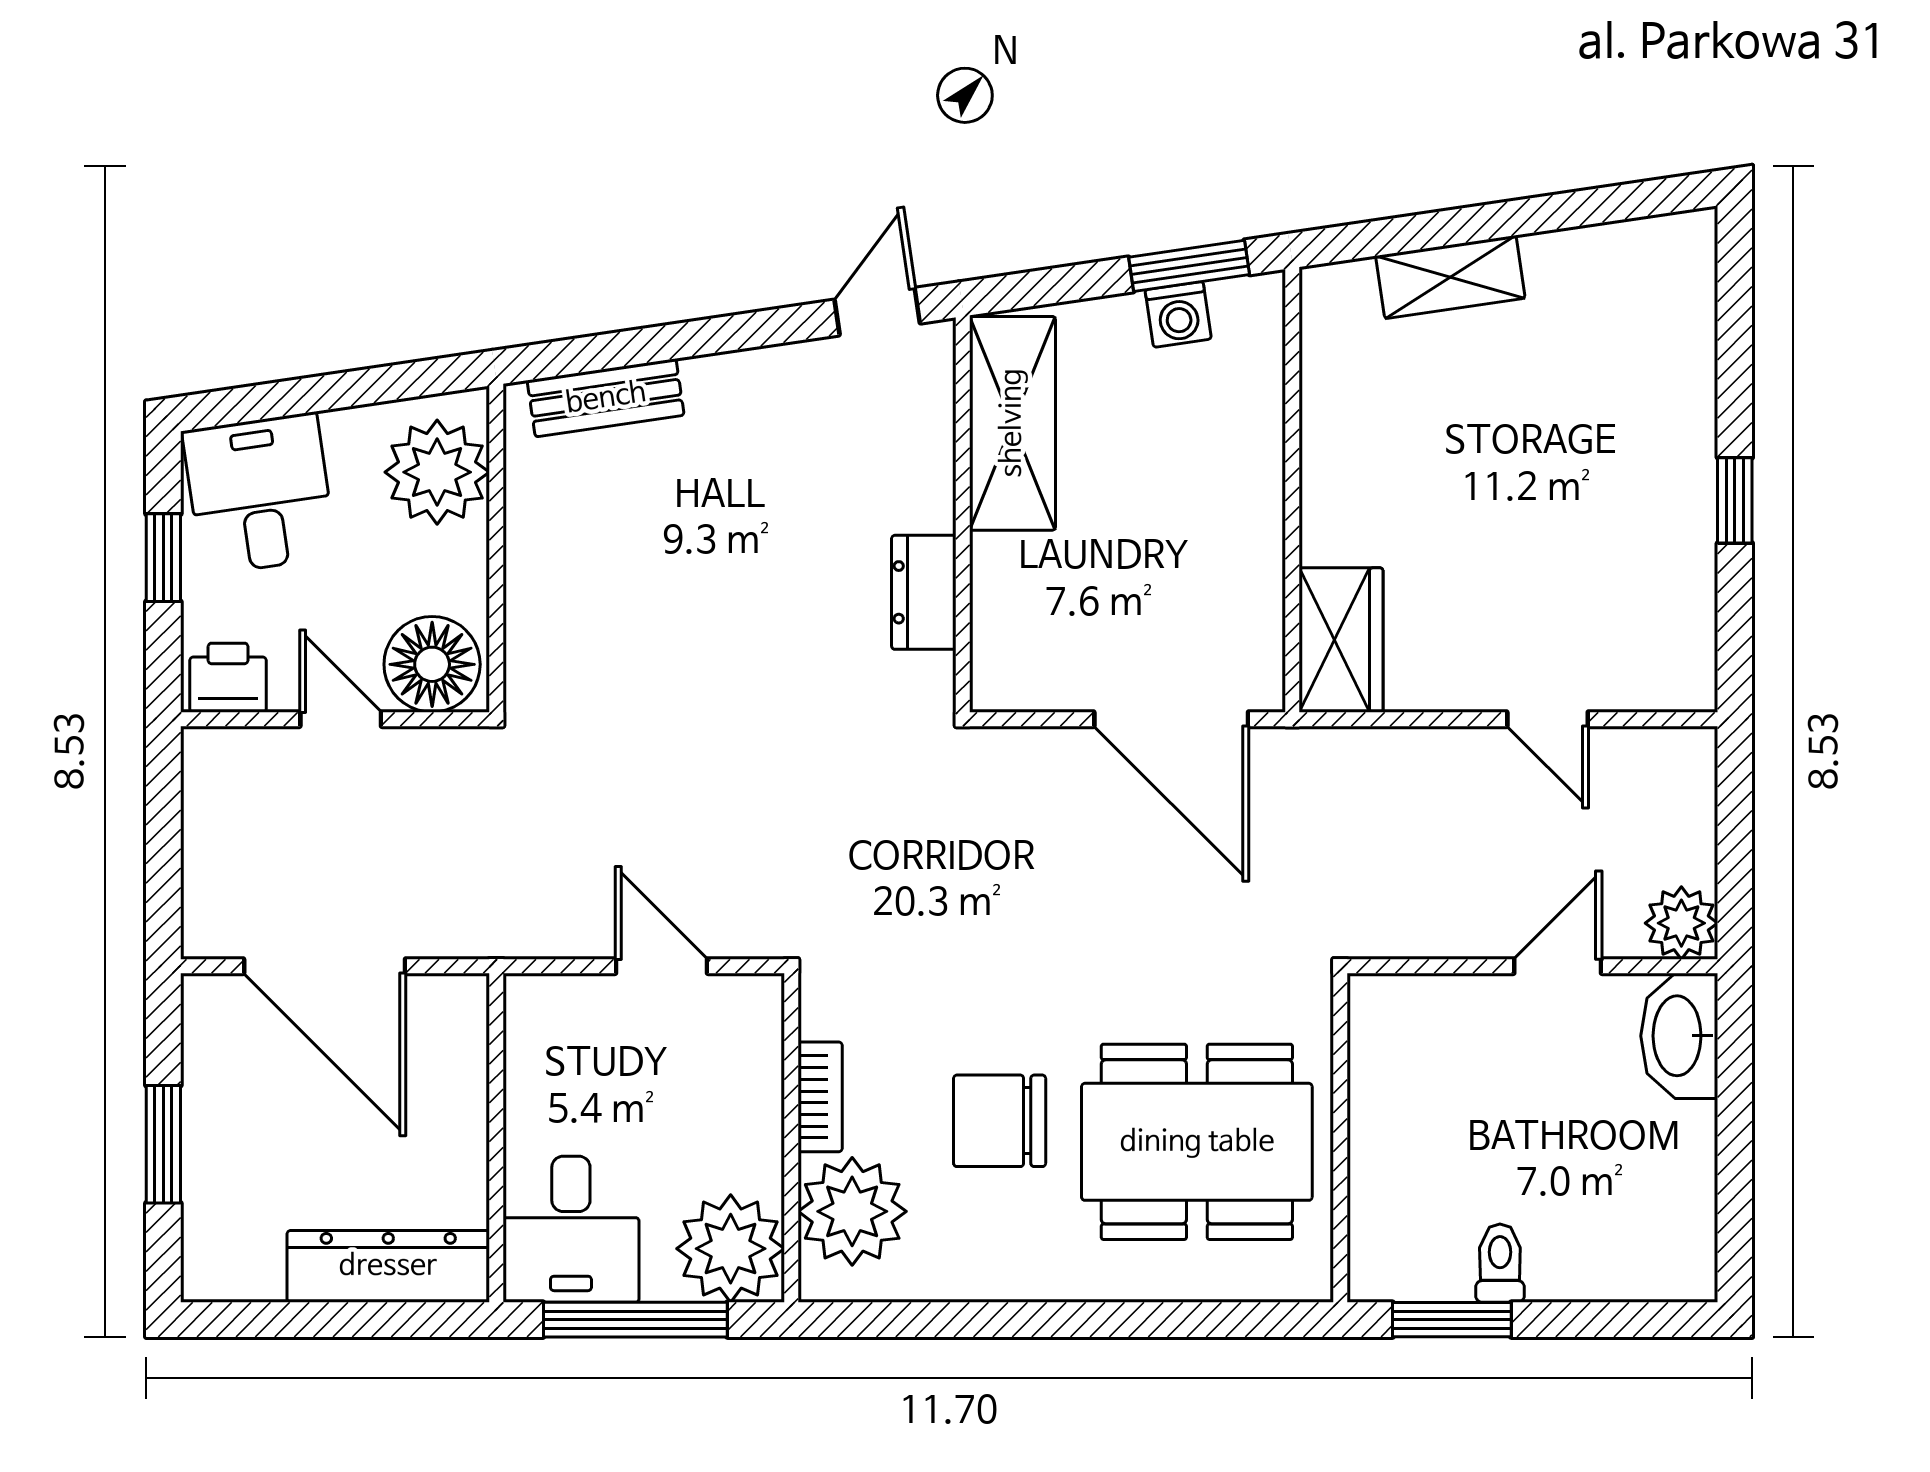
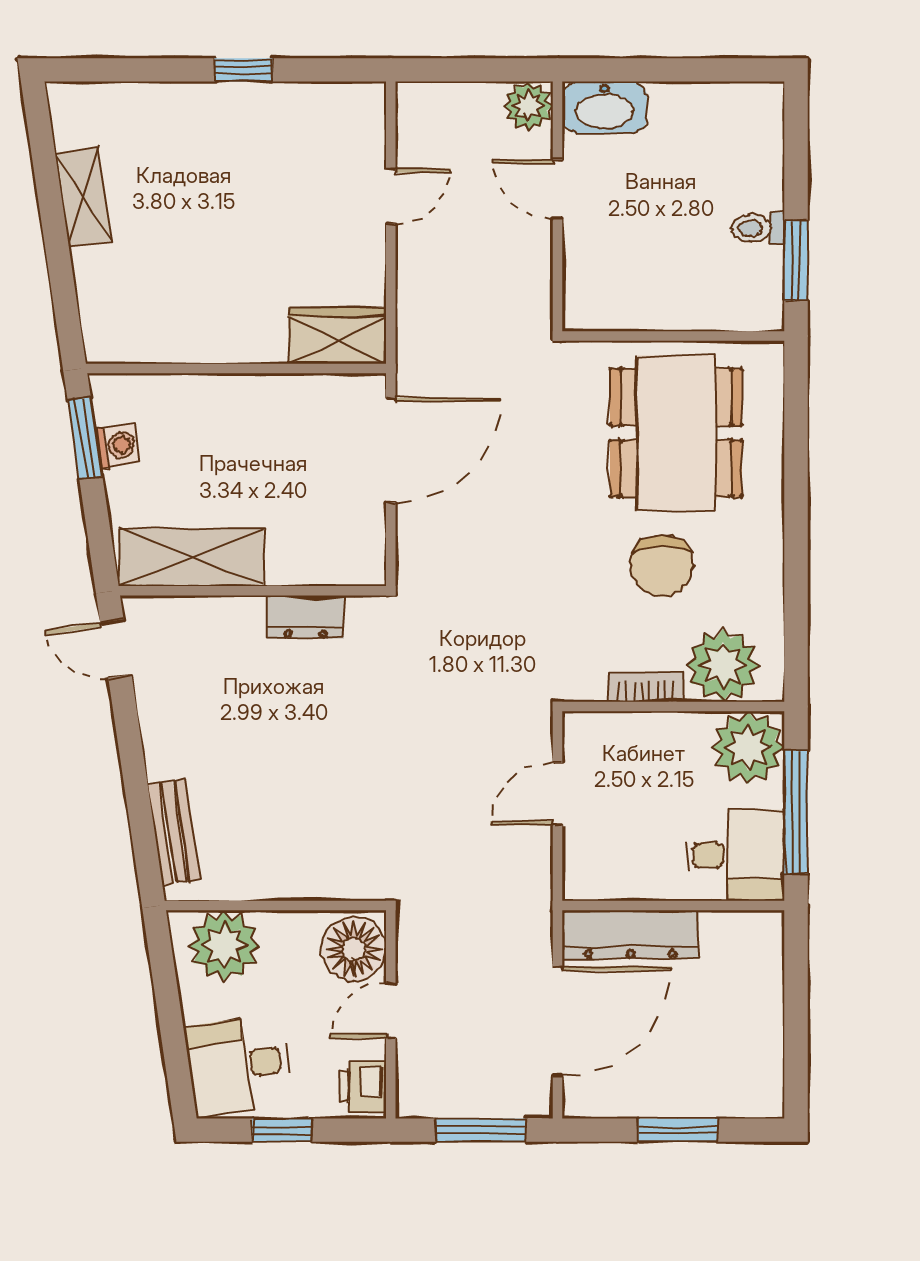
shelving: (1450, 277) -> (83, 197), moved
window: (163, 852) -> (480, 1130), added
dresser: (388, 1266) -> (630, 934), moved, turned -90

